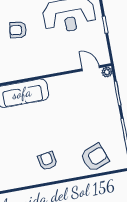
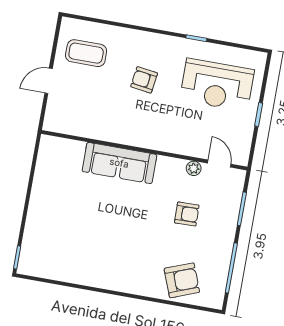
plant: (107, 72) -> (194, 168), moved
armchair: (47, 161) -> (187, 214), moved, turned 98

